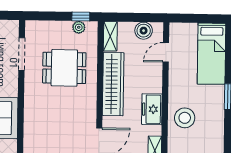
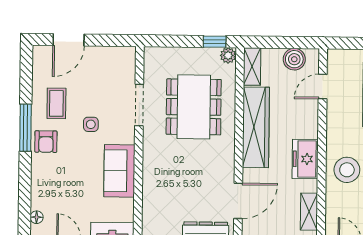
plant: (79, 27) -> (228, 55), moved
doorway: (22, 54) -> (139, 105), moved
dining table: (64, 68) -> (194, 107), width x1.38

